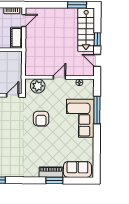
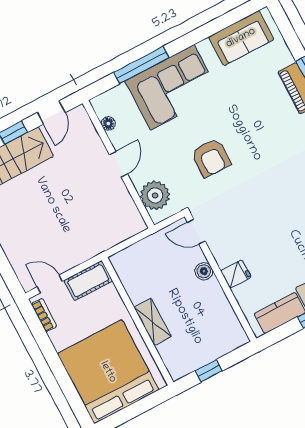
door: (59, 77) -> (118, 164), swing flipped
armchair: (41, 119) -> (211, 158), turned 90
sofa: (77, 169) -> (241, 38), moved, turned -90

